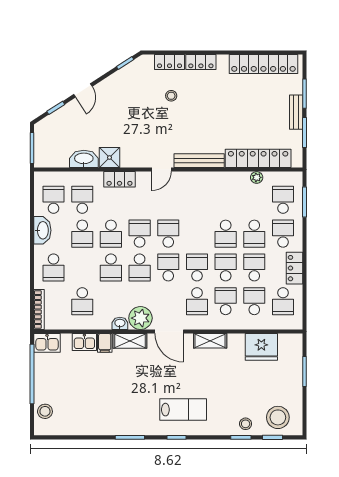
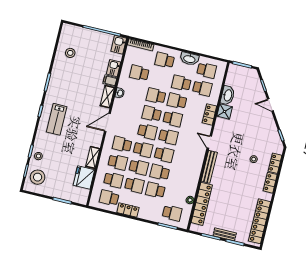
school desk: (283, 234) -> (164, 154), moved
plant: (140, 318) -> (120, 107), removed
shelving: (210, 341) -> (93, 157), moved
stool: (45, 411) -> (70, 53), moved

